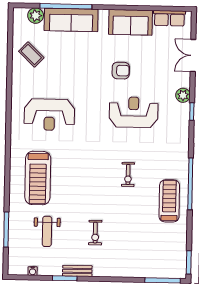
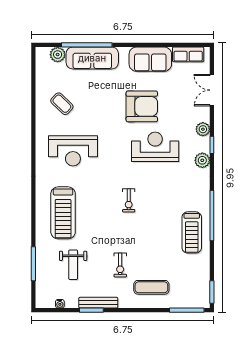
coffee table: (31, 54) -> (62, 104), moved
armchair: (121, 71) -> (142, 106), width x1.88, depth x1.88
plant: (182, 127) -> (202, 160), added
exercise bike: (128, 174) -> (129, 200), moved
treadmill: (169, 201) -> (192, 232), turned 180
exercise mat: (127, 256) -> (151, 287), added
bench: (77, 271) -> (98, 303), width x1.36

